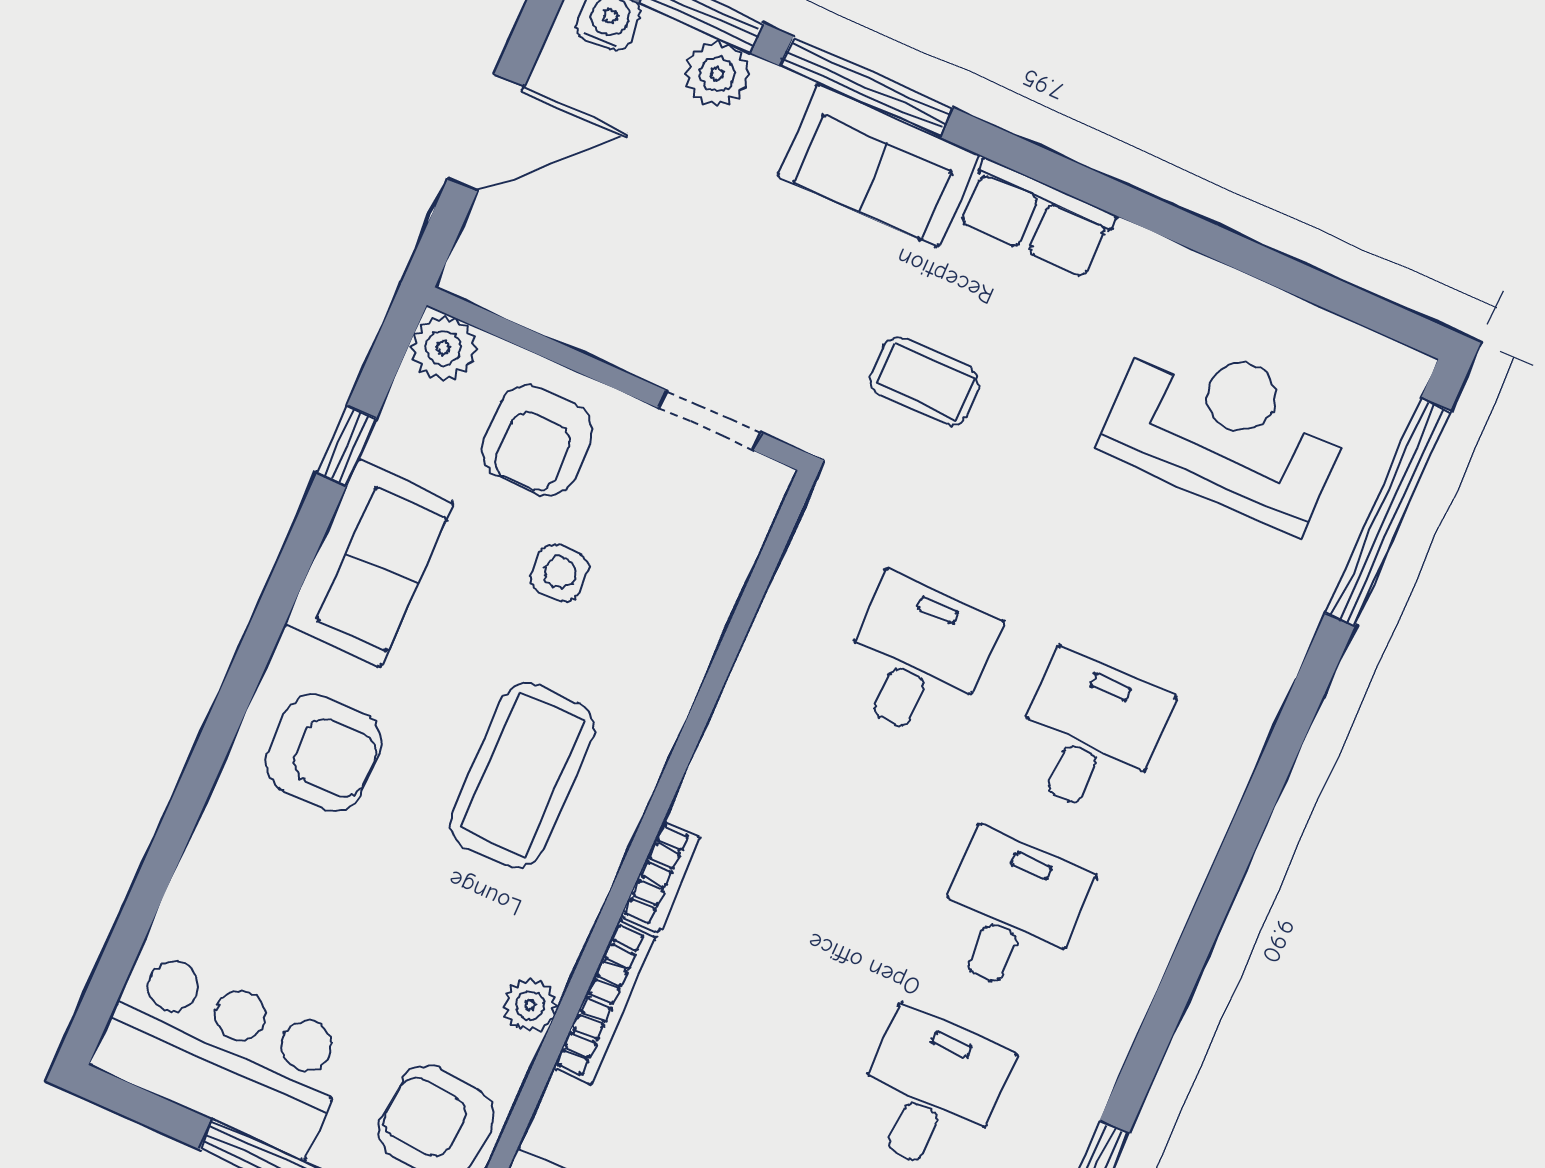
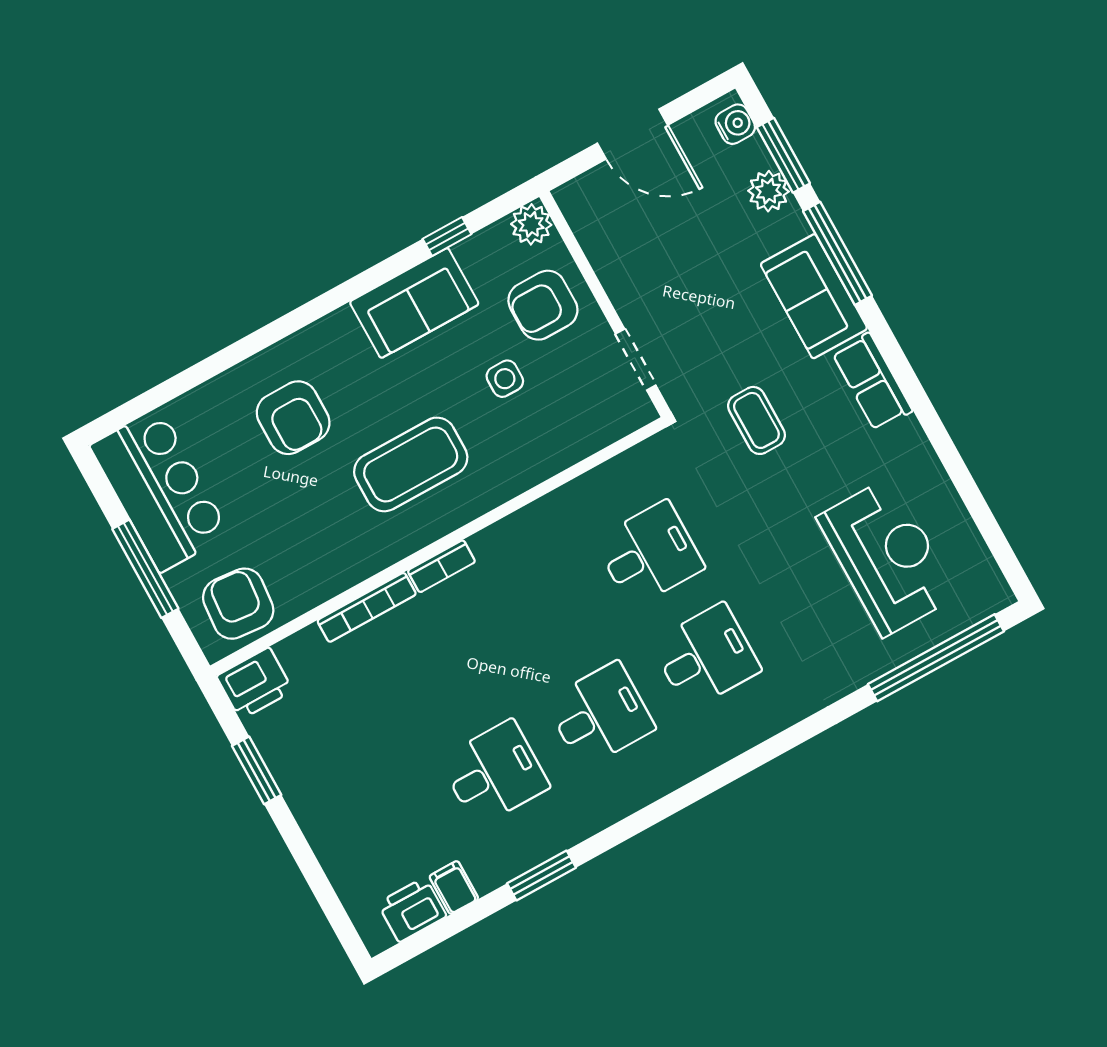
armchair: (324, 752) -> (293, 418), moved
plant: (530, 1005) -> (329, 581), removed

